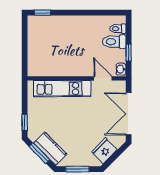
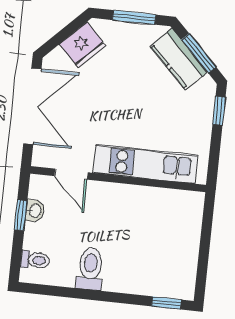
toilet: (114, 42) -> (90, 269), moved, turned -90
washbasin: (121, 69) -> (35, 211), moved

